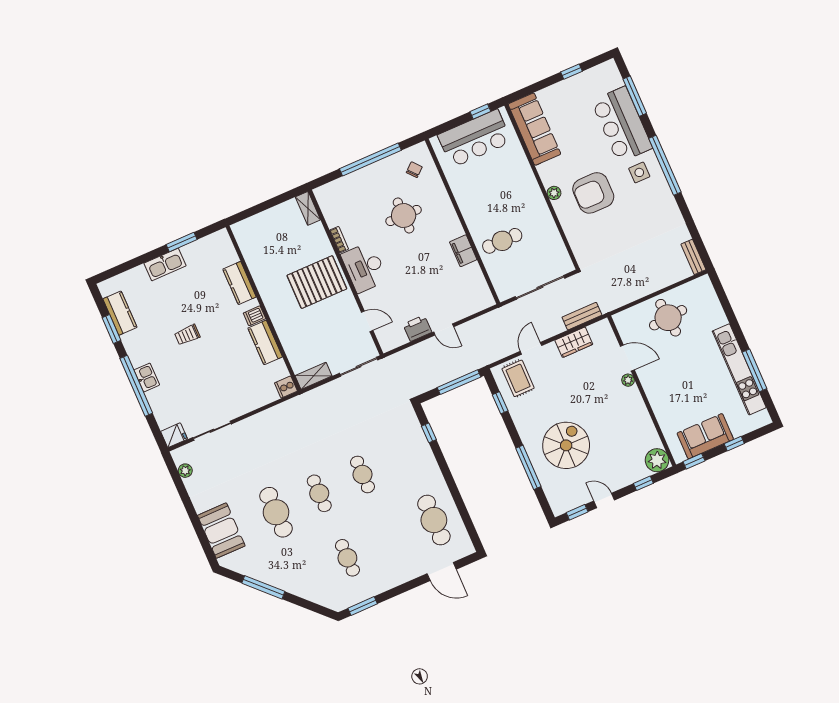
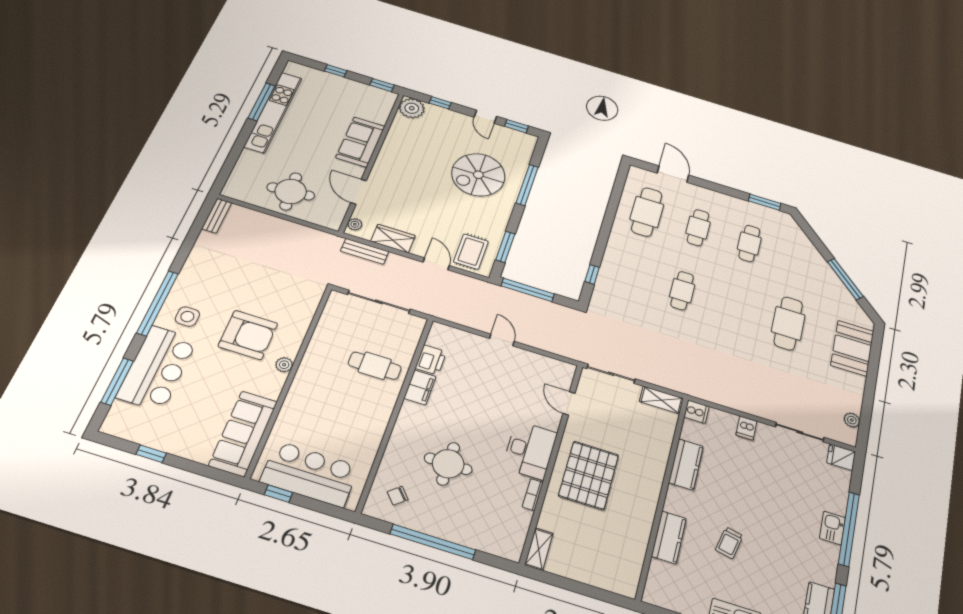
pallet: (317, 282) -> (589, 475), turned 90
dishwasher: (254, 316) -> (746, 428), moved, turned 90
printer: (417, 328) -> (431, 360), moved, turned -90
trolley: (187, 335) -> (729, 543), moved, turned 102
door: (531, 348) -> (436, 264), swing flipped
plant: (628, 380) -> (355, 224), moved
window: (500, 403) -> (505, 247), width x1.50
sofa: (705, 436) -> (360, 142), moved, turned 90
cafe table: (319, 493) -> (698, 228), moved

